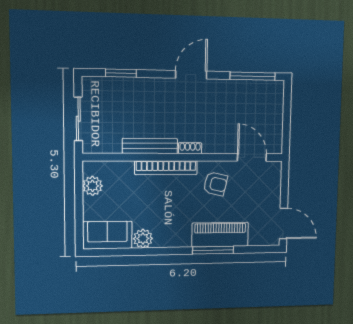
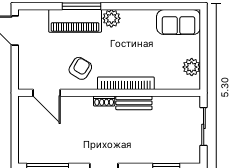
bench: (150, 146) -> (134, 103), width x0.73
armchair: (215, 184) -> (80, 68), turned 108
plant: (143, 239) -> (111, 18), moved

